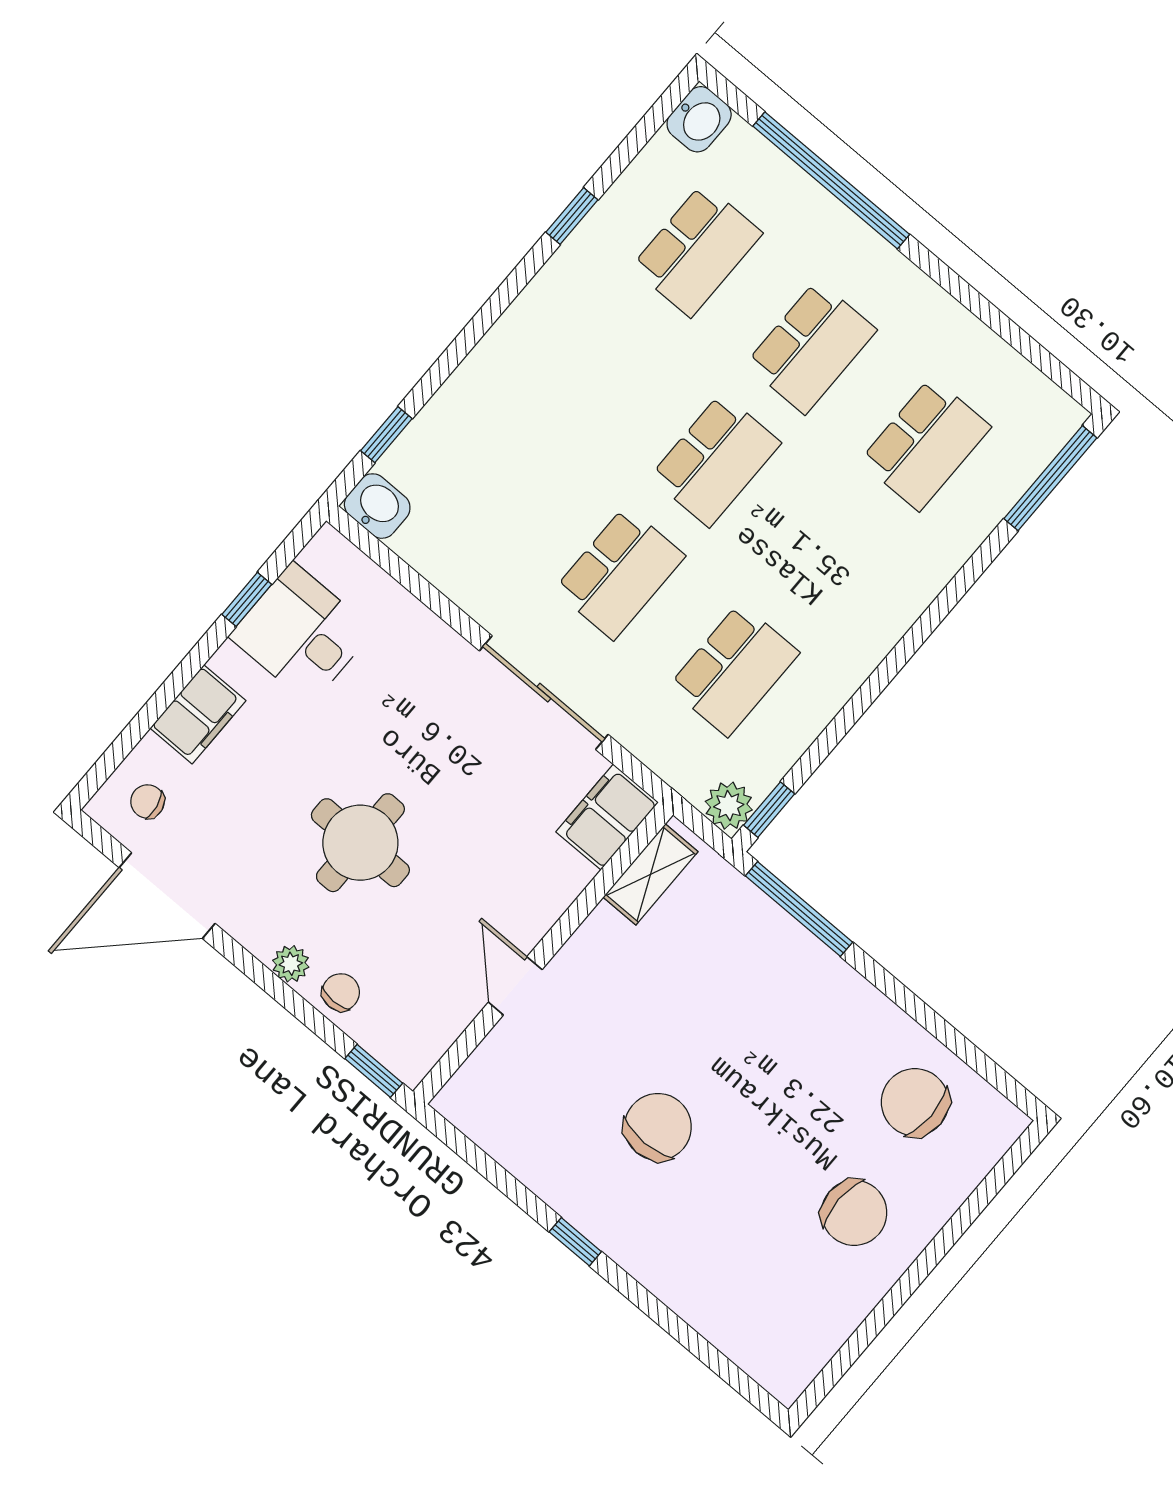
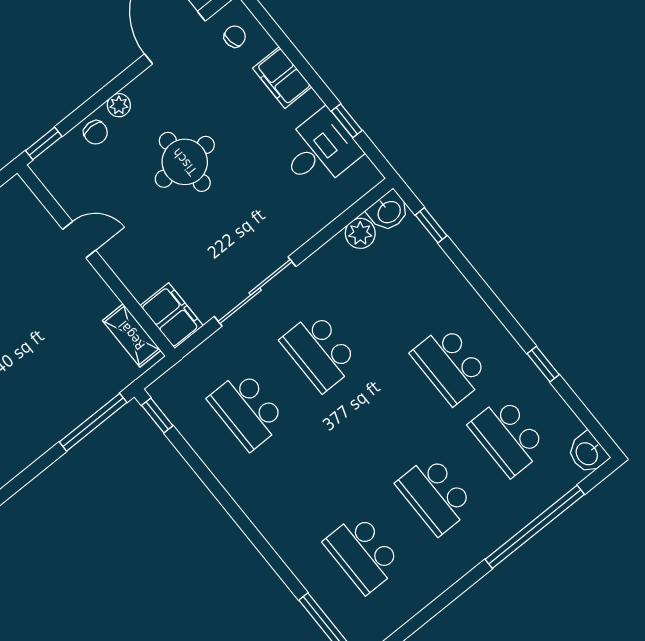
school desk: (715, 460) -> (450, 365), moved
plant: (729, 806) -> (360, 233), moved

